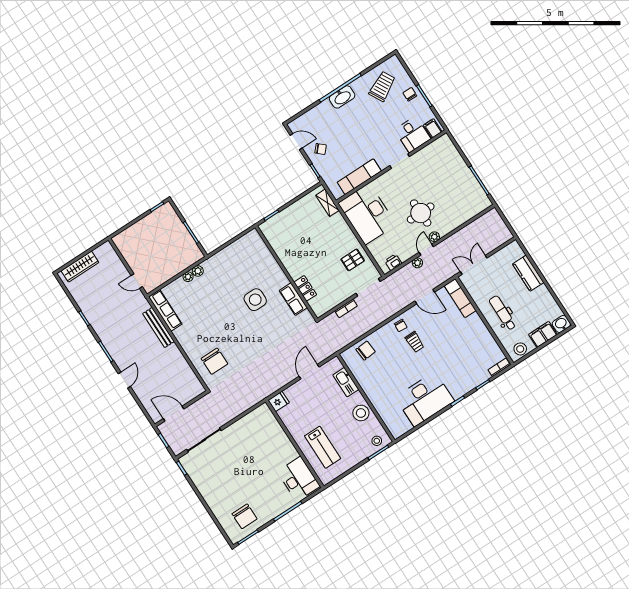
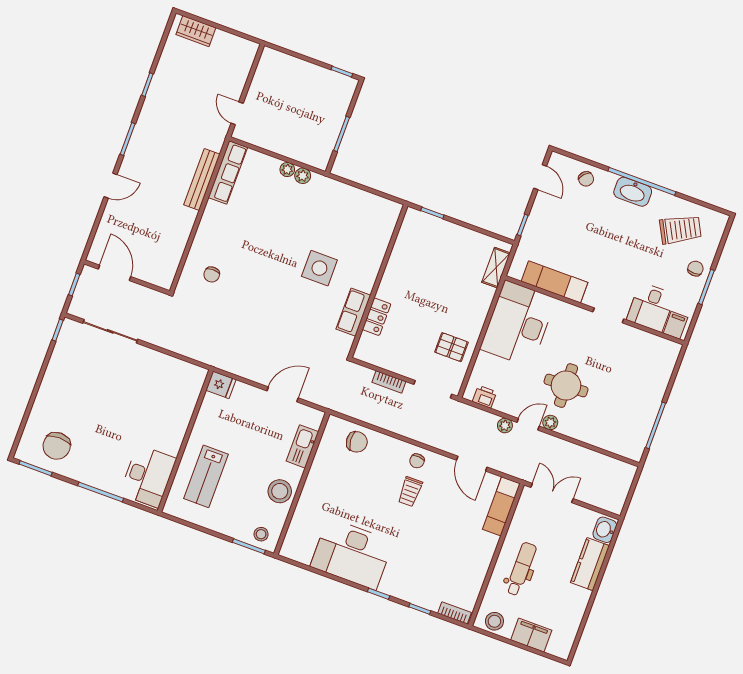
chair: (321, 149) -> (586, 179), moved
wardrobe: (80, 267) -> (196, 31), width x0.67
washbasin: (561, 324) -> (605, 530), moved, turned -90
chair: (214, 361) -> (212, 274), width x0.54, depth x0.54

